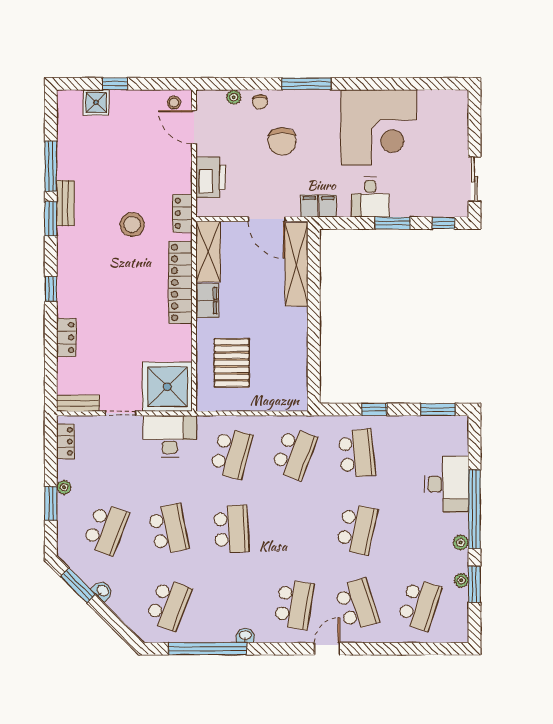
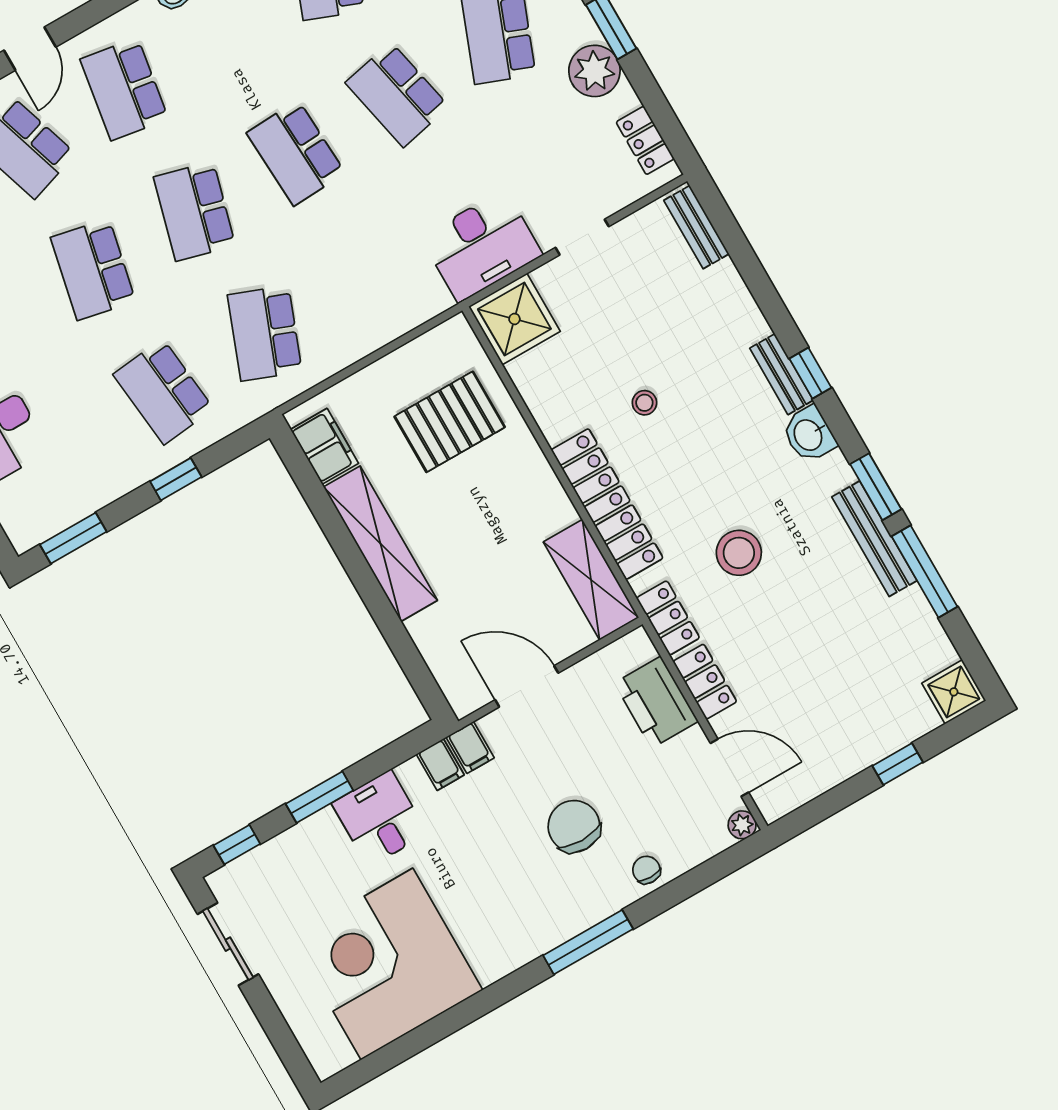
plant: (234, 97) -> (742, 825), moved
shower: (96, 102) -> (954, 692), moved
stool: (174, 102) -> (644, 403), moved
corner desk: (379, 127) -> (387, 964), moved
bench: (65, 203) -> (874, 539), width x1.36
washbasin: (68, 261) -> (809, 434), added
shelving: (296, 265) -> (380, 544), moved
bench: (65, 296) -> (781, 374), added
filing cabinet: (207, 301) -> (324, 446), moved, turned 180
locker: (66, 337) -> (705, 682), moved, turned 180
pallet: (232, 363) -> (450, 422), turned 90
shower: (167, 387) -> (514, 319), width x0.73, depth x0.73
bench: (78, 403) -> (696, 227), moved, turned 90
school desk: (231, 453) -> (194, 211), moved
plant: (64, 487) -> (594, 71), width x1.87, depth x1.87

